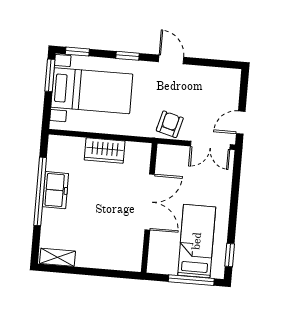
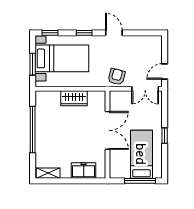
window: (50, 75) -> (33, 64), moved
freezer: (56, 190) -> (84, 171), moved, turned -90
window: (230, 255) -> (165, 136), moved

